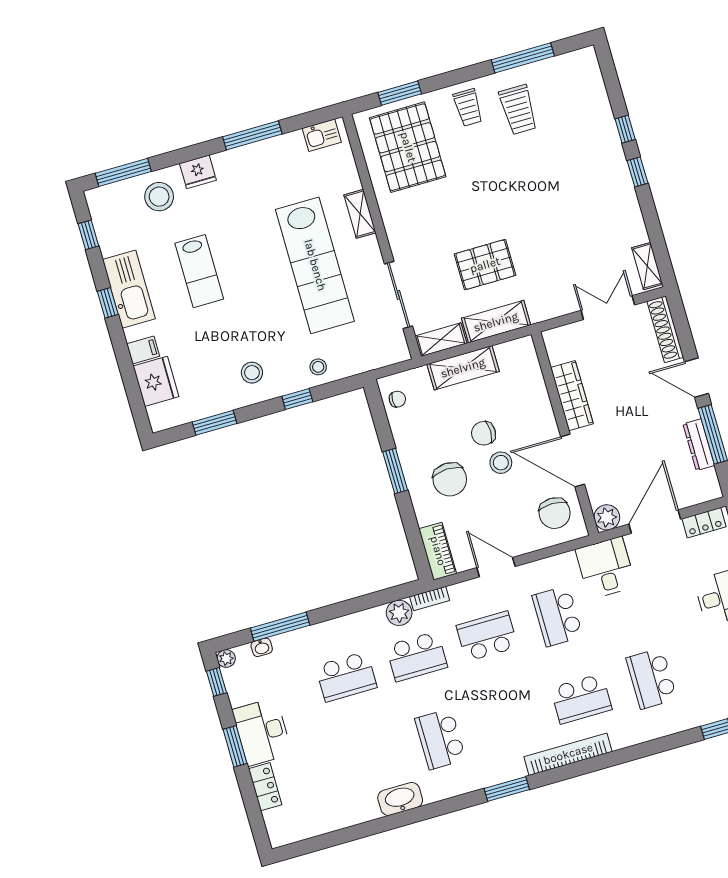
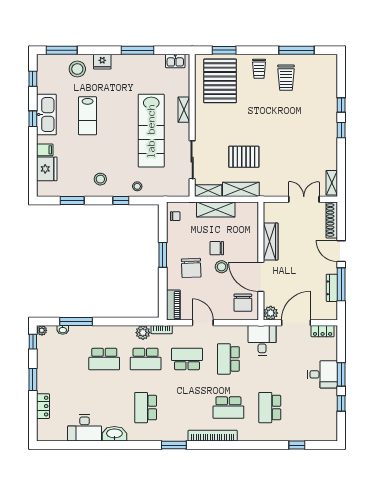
desk: (262, 732) -> (85, 428), moved, turned -90

